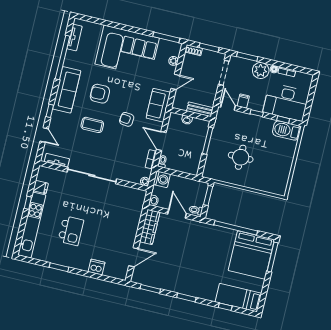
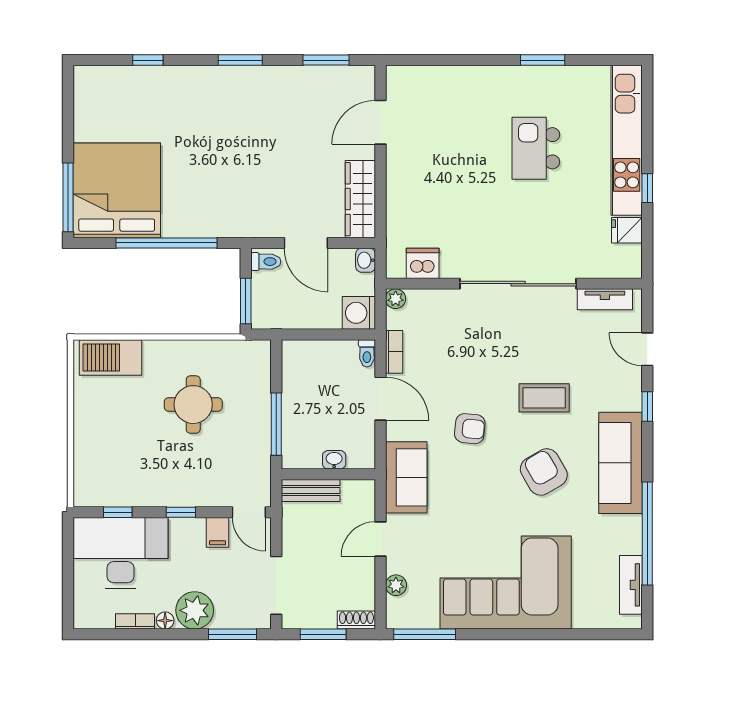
armchair: (100, 94) -> (544, 472), turned -120
barbecue: (287, 131) -> (111, 357), moved, turned 180
dishwasher: (97, 267) -> (423, 263), moved, turned 180
bed: (238, 298) -> (123, 88), removed

